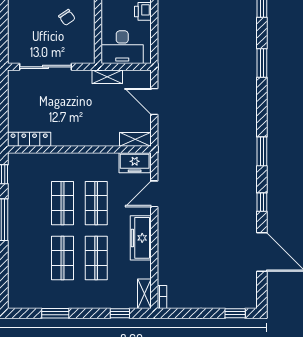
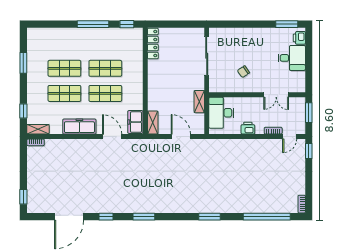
door: (154, 101) -> (181, 137), hinge flipped

